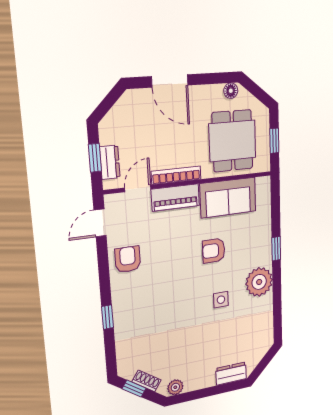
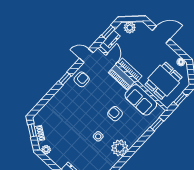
door: (170, 81) -> (161, 35), swing flipped
plant: (118, 118) -> (130, 28), added
door: (138, 188) -> (112, 59), hinge flipped
window: (276, 249) -> (157, 124), moved
window: (108, 317) -> (65, 78), moved

